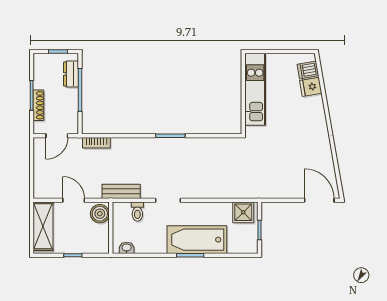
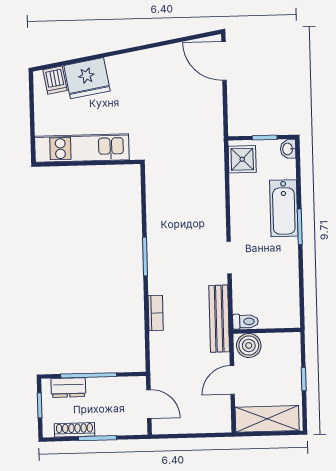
fridge: (311, 87) -> (87, 78), width x1.88, depth x1.34
shoe rack: (38, 105) -> (74, 430), moved
bookcase: (96, 143) -> (156, 313), moved
bench: (121, 191) -> (219, 319), width x1.36
door: (319, 200) -> (224, 61), hinge flipped
toilet: (137, 212) -> (245, 321), moved
bathtub: (197, 240) -> (284, 208), width x0.73, depth x0.73
washbasin: (127, 248) -> (288, 149), moved

